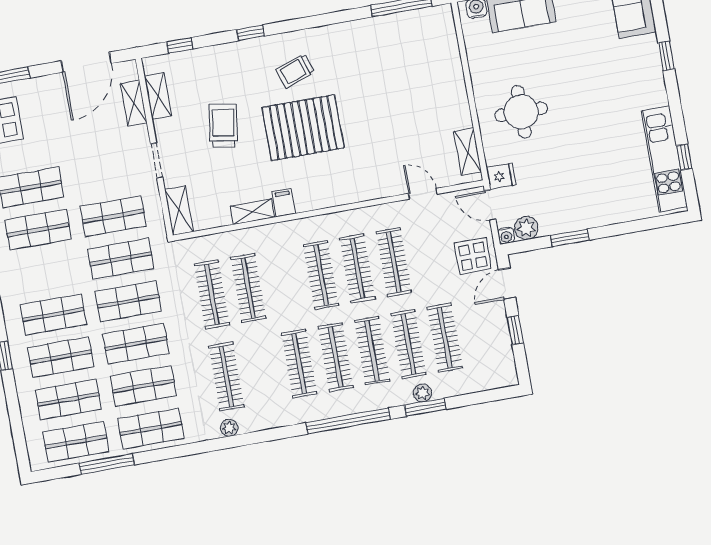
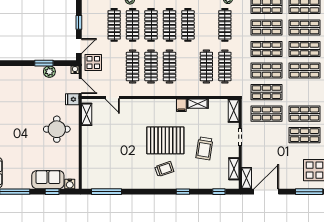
shelving: (134, 103) -> (246, 178), moved
plant: (526, 228) -> (49, 72), moved

